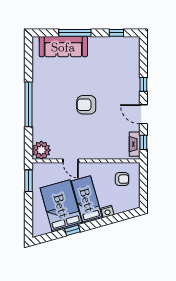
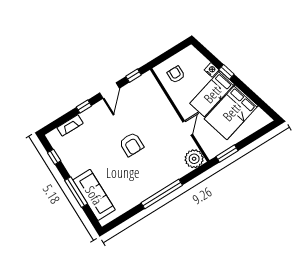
fireplace: (135, 144) -> (70, 125), moved
window: (72, 230) -> (227, 72), moved

